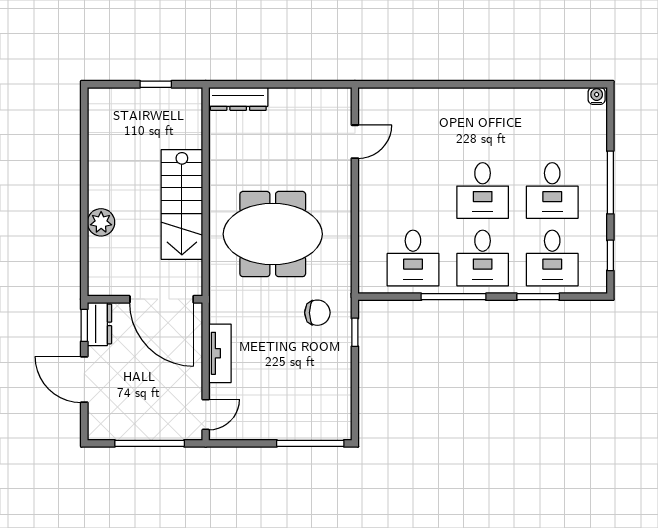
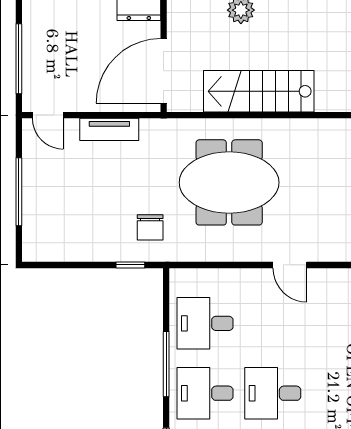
door: (355, 142) -> (290, 265), moved
meeting table: (273, 234) -> (229, 182), turned 90
window: (310, 443) -> (19, 192), moved

